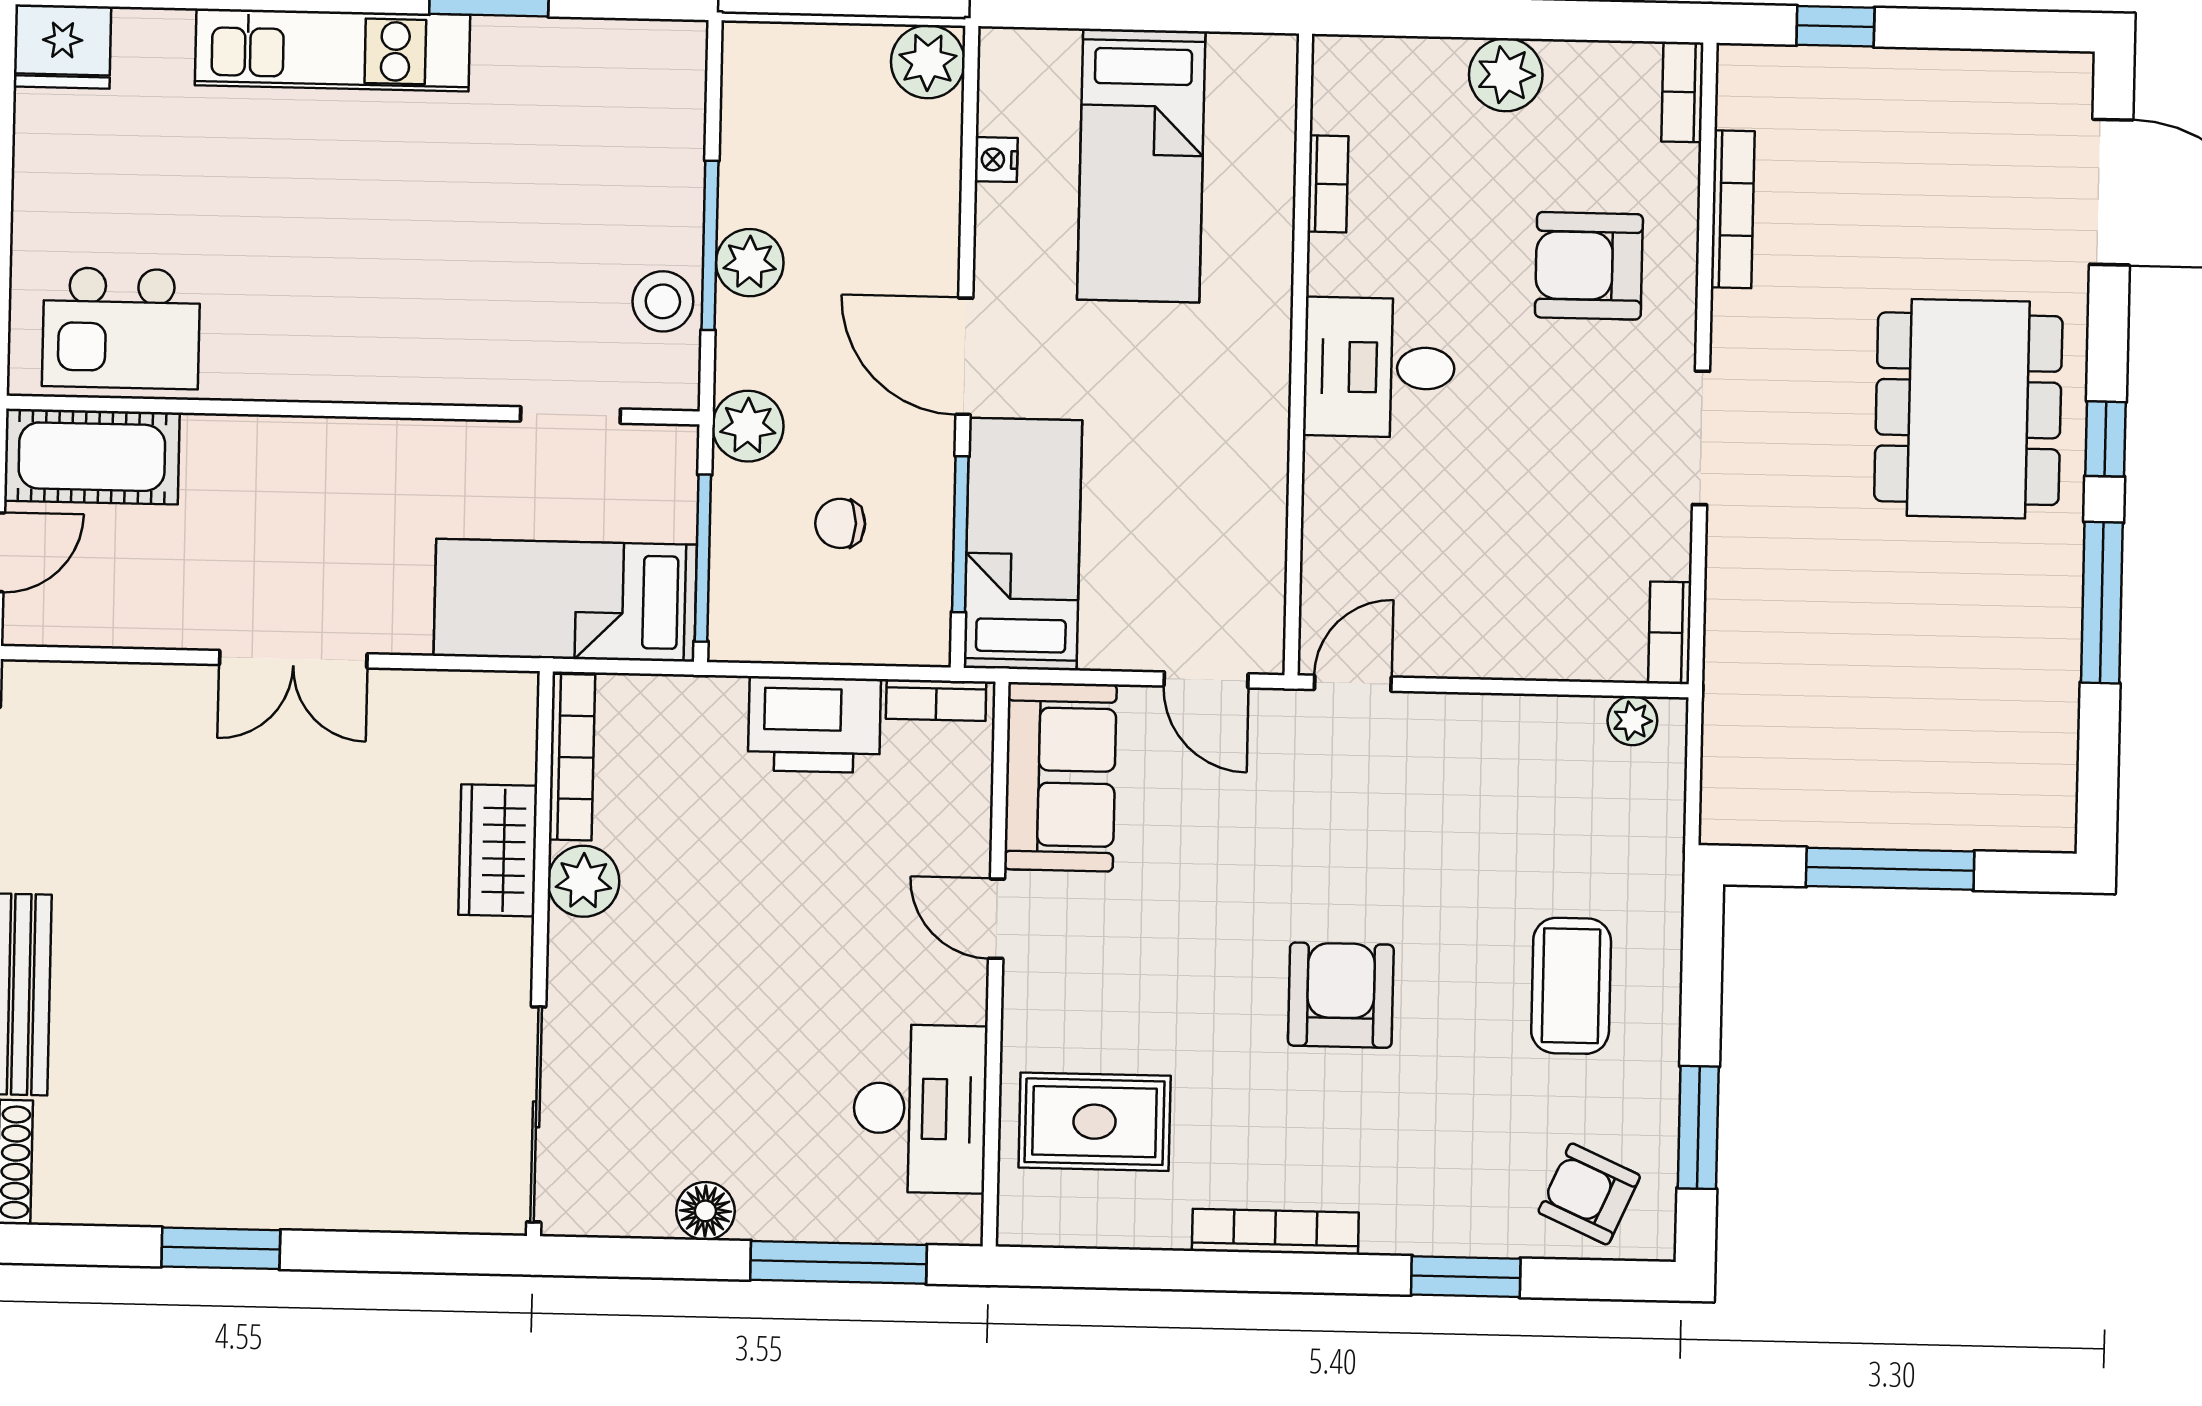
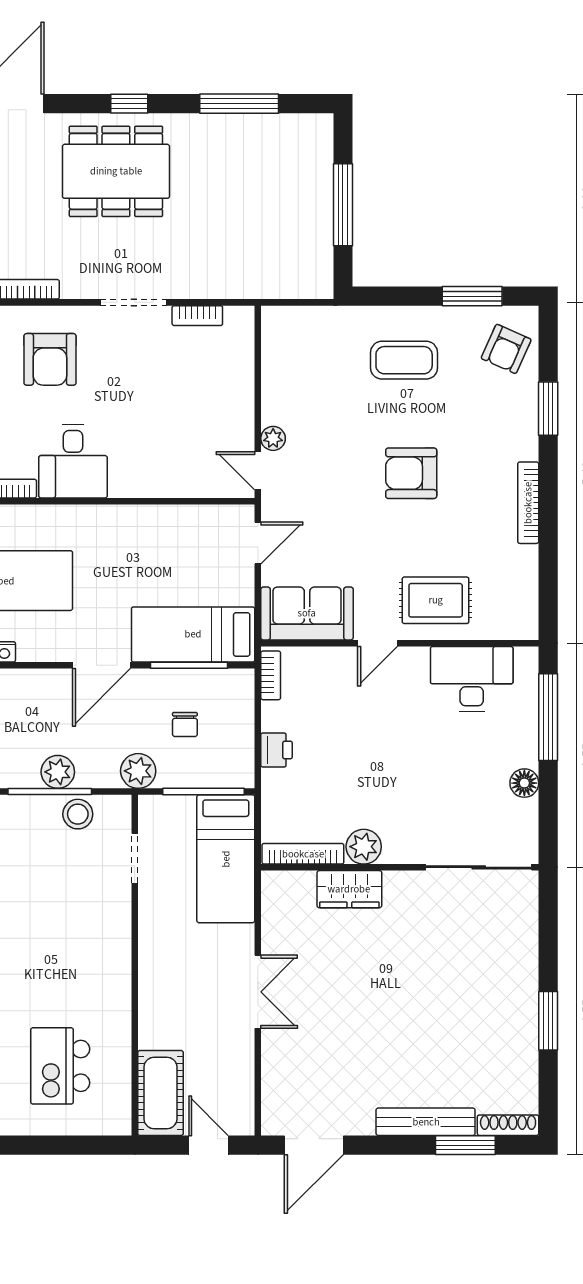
kitchen island: (121, 328) -> (60, 1066), moved, turned 180
desk: (1379, 367) -> (73, 461), moved
window: (2102, 603) -> (239, 104), moved
bookcase: (1670, 633) -> (197, 316), moved
plant: (1632, 721) -> (273, 438), moved
printer: (814, 725) -> (277, 750), width x0.53, depth x0.68
rug: (1095, 1122) -> (436, 600), moved, turned 90

